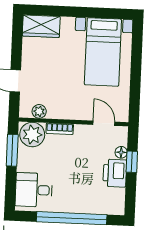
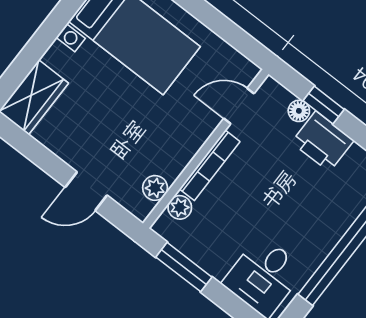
bookcase: (60, 129) -> (210, 165), width x1.56
plant: (32, 135) -> (180, 207), width x0.53, depth x0.53

